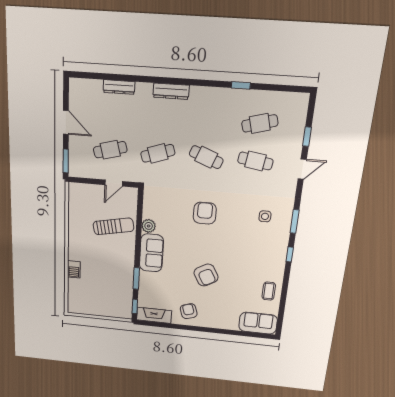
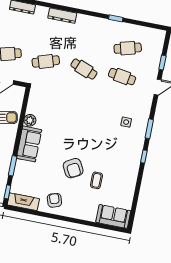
armchair: (205, 213) -> (78, 114), removed
coffee table: (269, 291) -> (96, 180), moved

